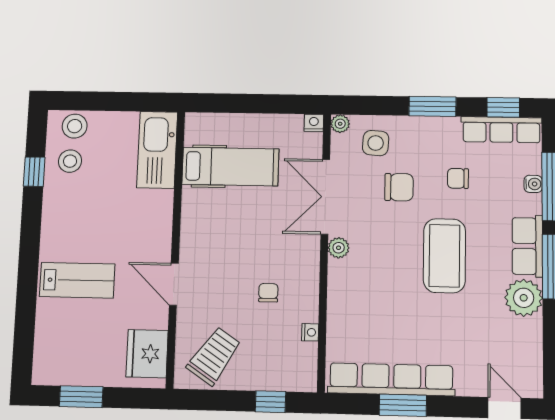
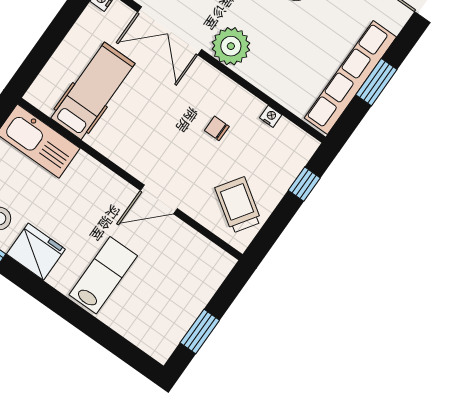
plant: (339, 248) -> (231, 46), width x1.87, depth x1.87
fridge: (147, 354) -> (36, 252), moved, turned 180

